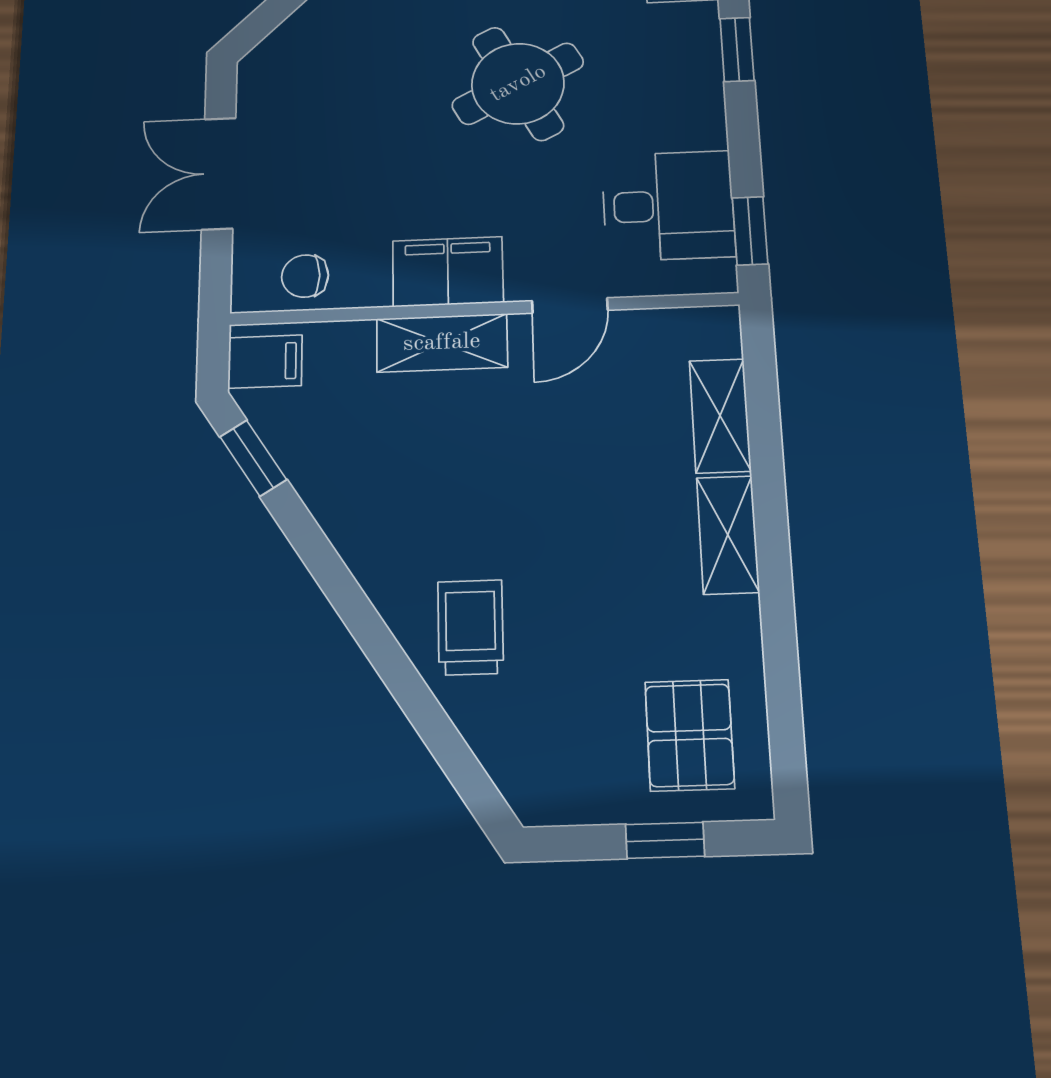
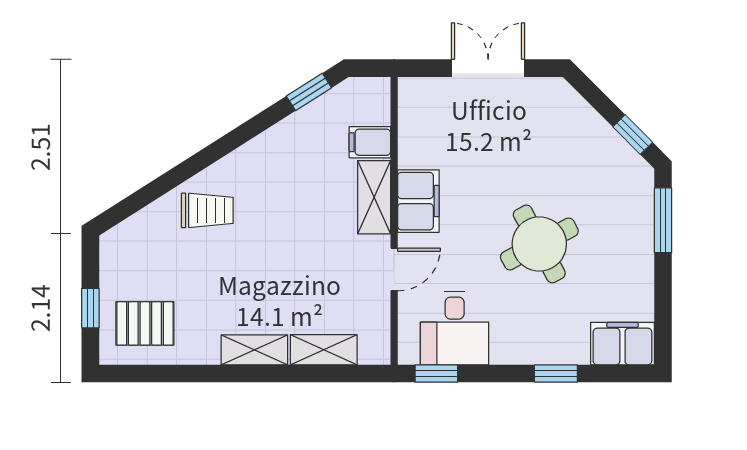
chair: (305, 276) -> (419, 119), removed
door: (570, 306) -> (394, 270), swing flipped
filing cabinet: (265, 362) -> (370, 142), moved, turned 90

